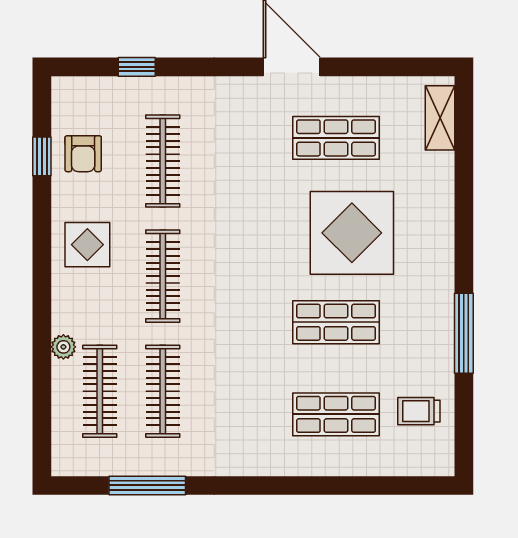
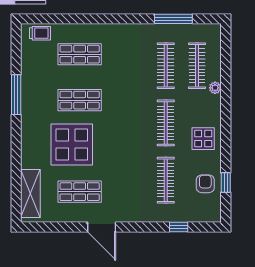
shelving: (440, 118) -> (30, 194), width x1.50, depth x1.33
trolley: (419, 411) -> (40, 33), moved

